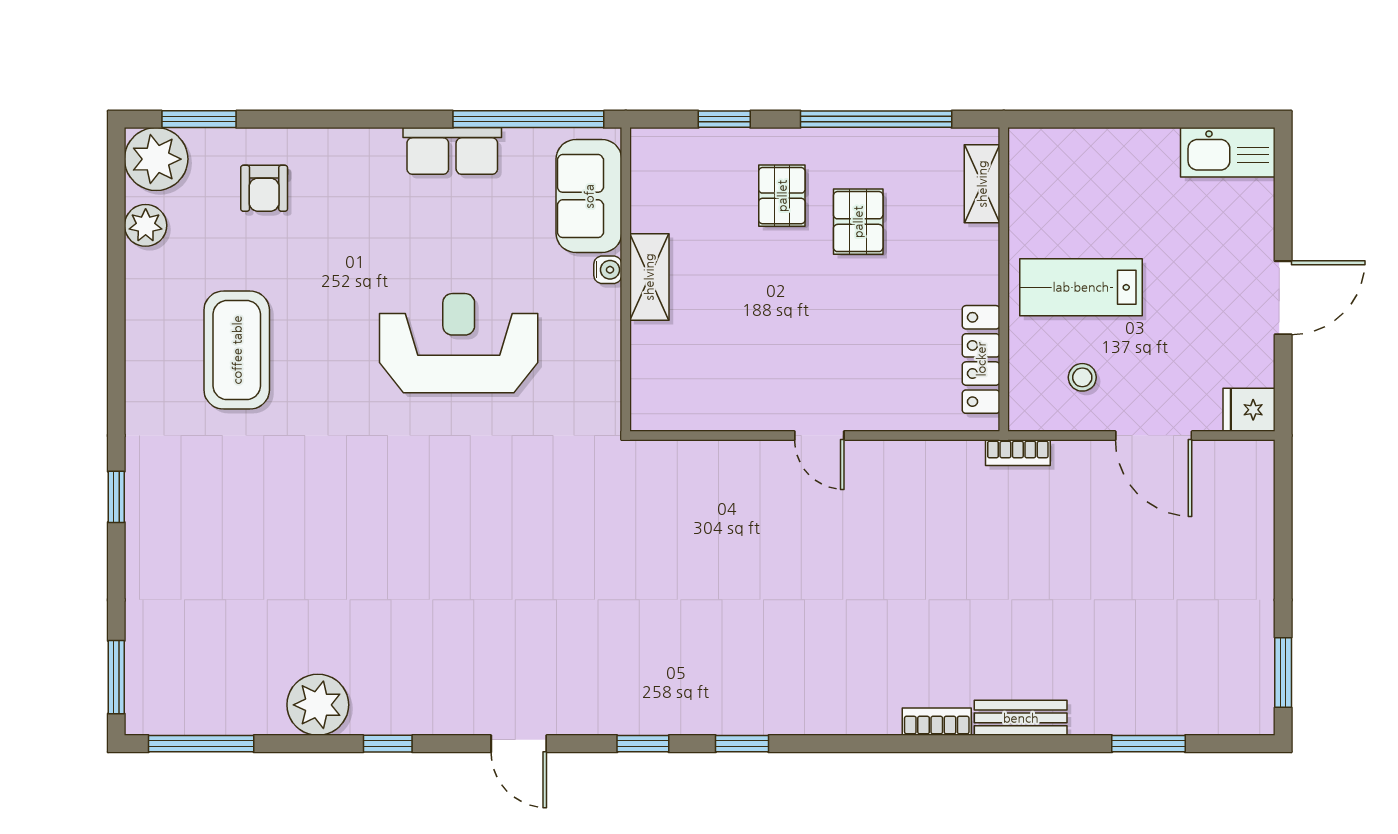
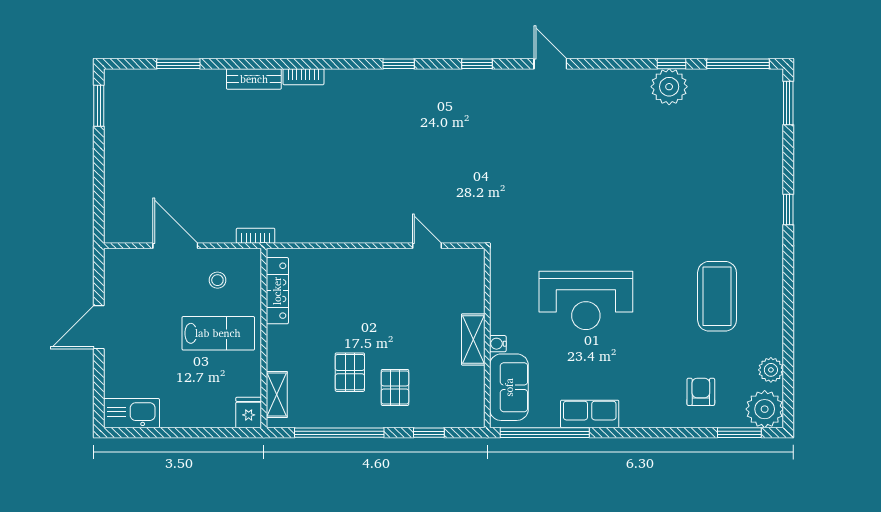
fridge: (1249, 410) -> (249, 413), moved, turned -90
door: (819, 436) -> (427, 246), moved
window: (388, 744) -> (671, 64), moved
window: (742, 744) -> (399, 64), moved

